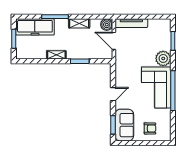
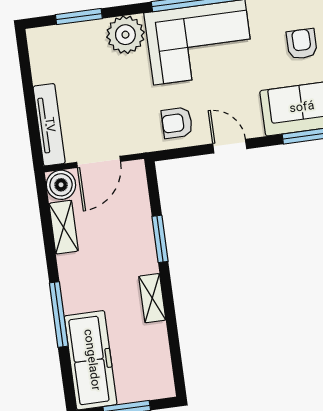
shelving: (79, 23) -> (64, 227), moved
armchair: (125, 74) -> (177, 123), added

